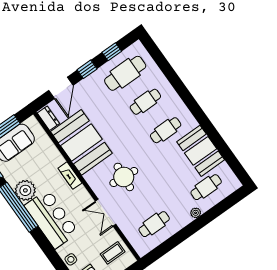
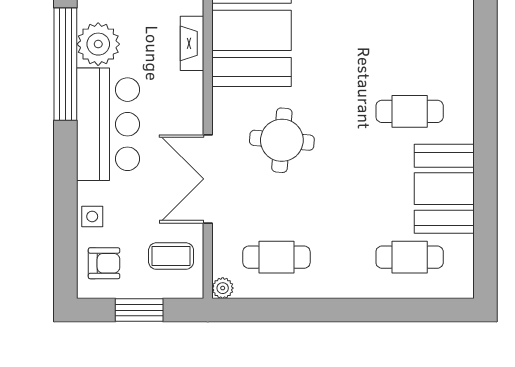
cafe table: (145, 102) -> (410, 38), removed
fireplace: (70, 176) -> (192, 43), moved
double door: (106, 213) -> (208, 179), width x1.37
plant: (196, 213) -> (223, 288), moved

